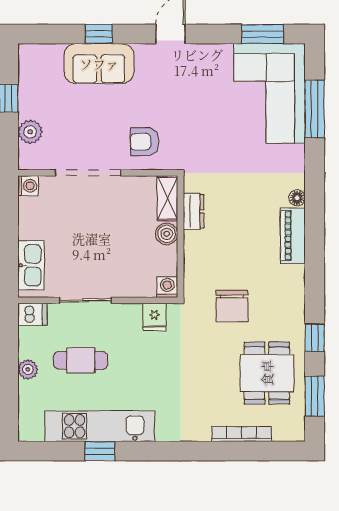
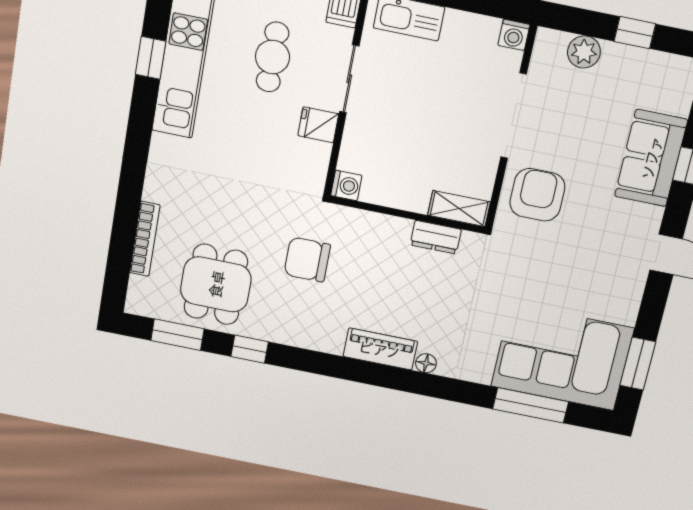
armchair: (144, 142) -> (537, 195), width x1.38, depth x1.38
boiler: (167, 234) -> (414, 199), removed
fridge: (155, 317) -> (318, 125), moved
dining table: (267, 373) -> (216, 284), turned 90

